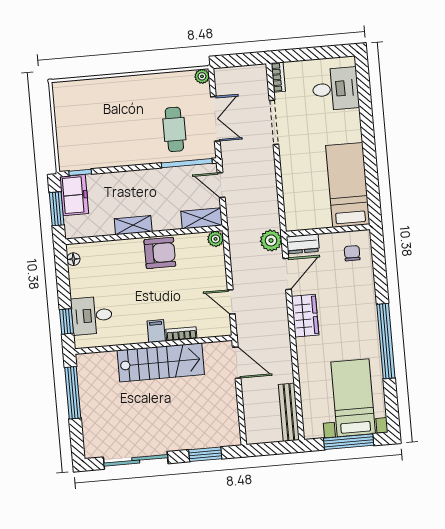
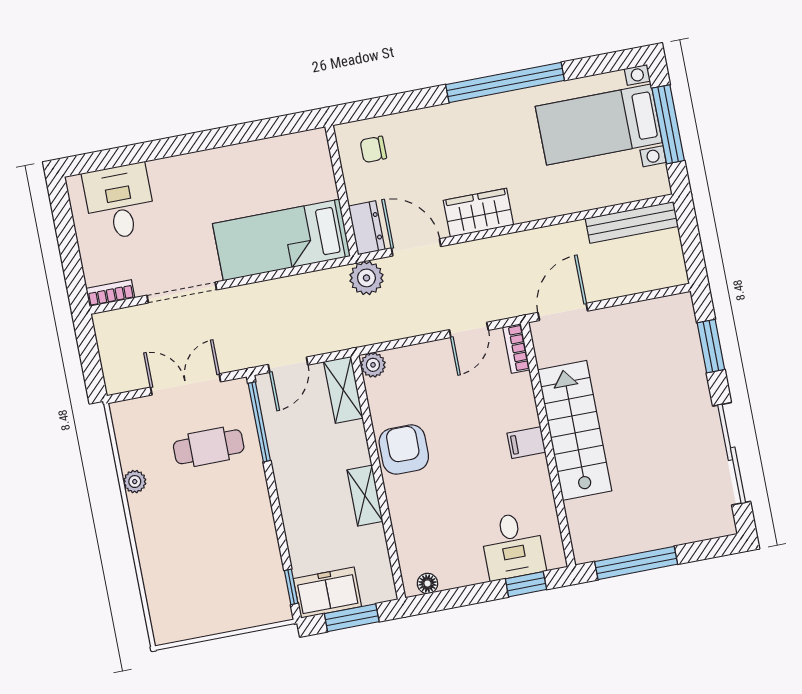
plant: (202, 76) -> (135, 482), moved
bed: (348, 185) -> (281, 240), moved
bookcase: (181, 334) -> (516, 348), moved

